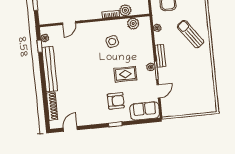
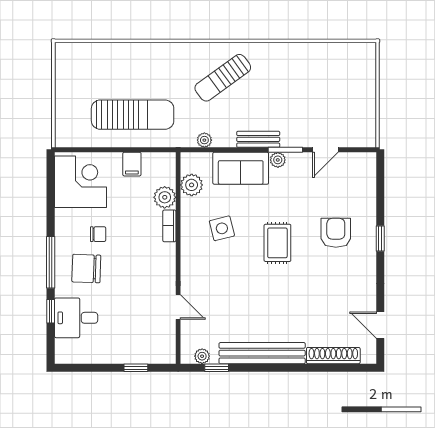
rug: (125, 74) -> (277, 243), moved
door: (158, 91) -> (325, 150), swing flipped
sofa: (145, 111) -> (241, 168), moved, turned -90

